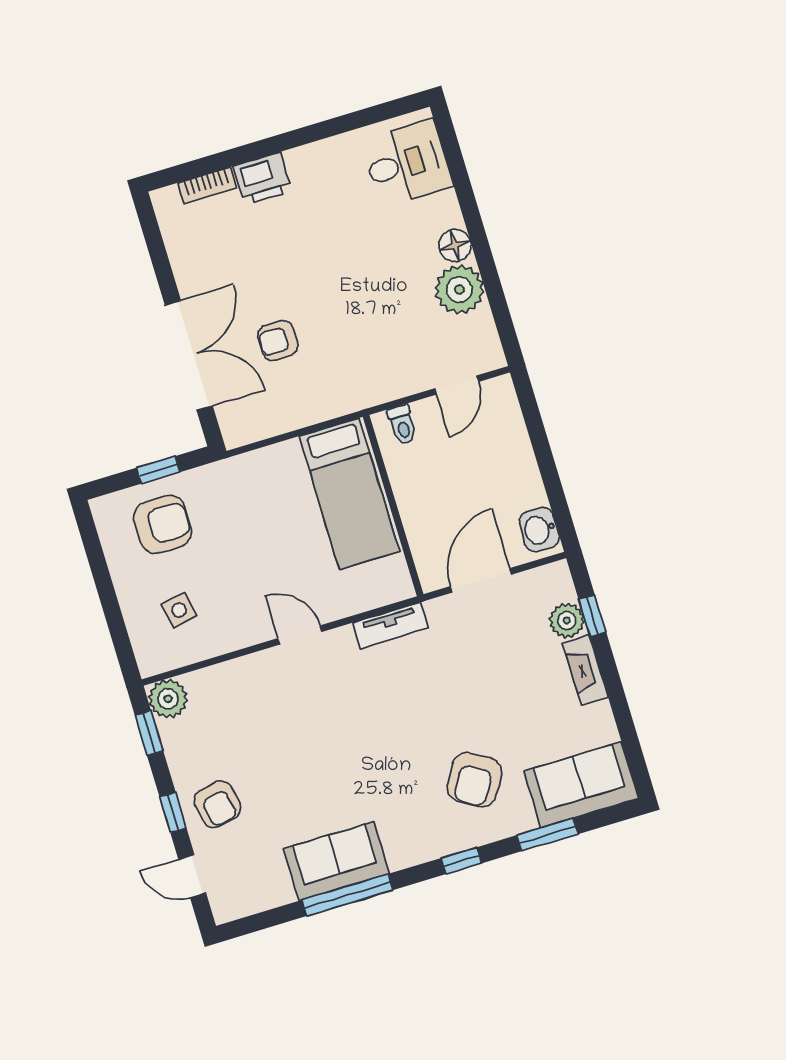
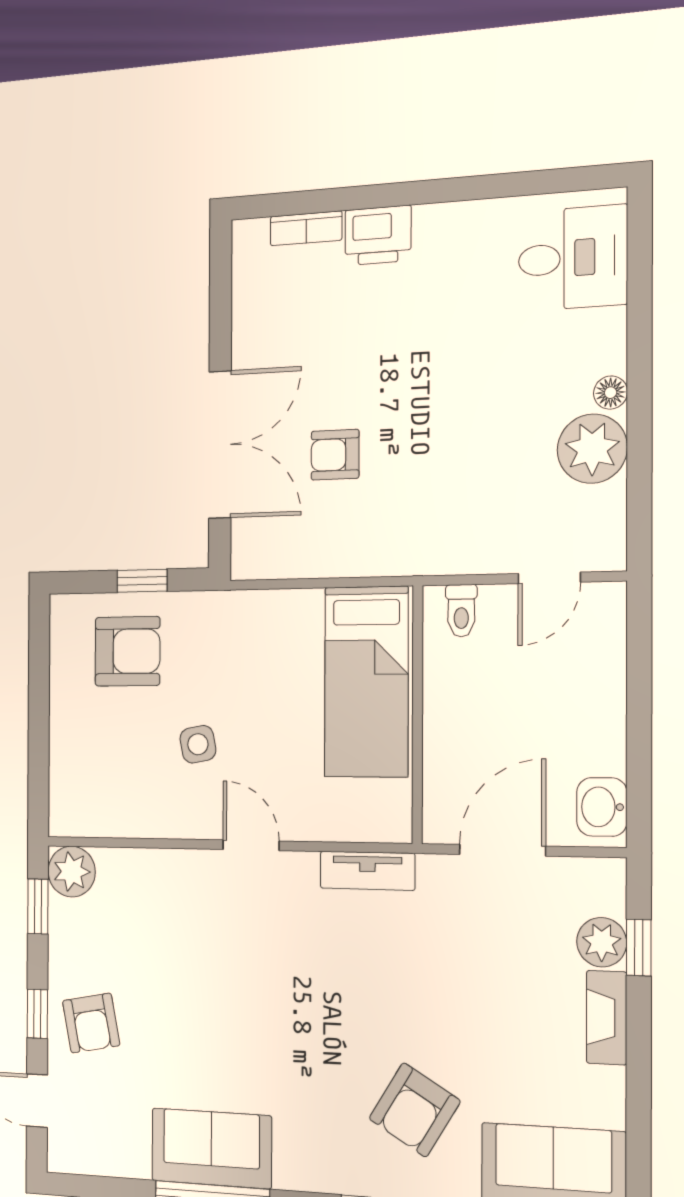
floor lamp: (455, 245) -> (611, 393), width x0.73, depth x0.73
side table: (179, 610) -> (198, 744), moved

